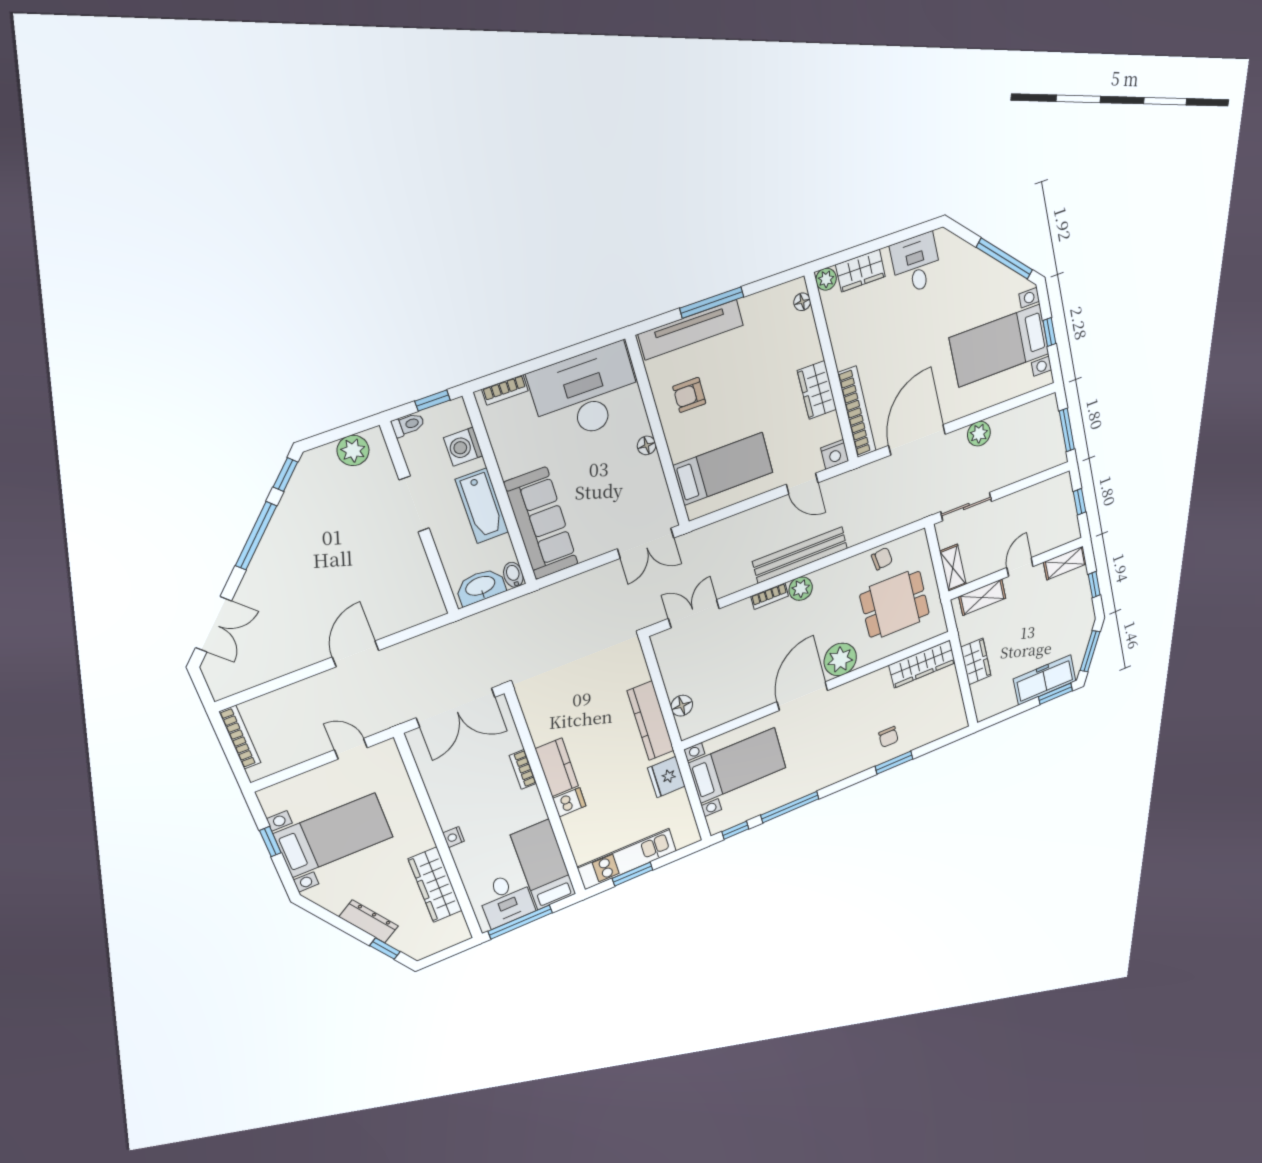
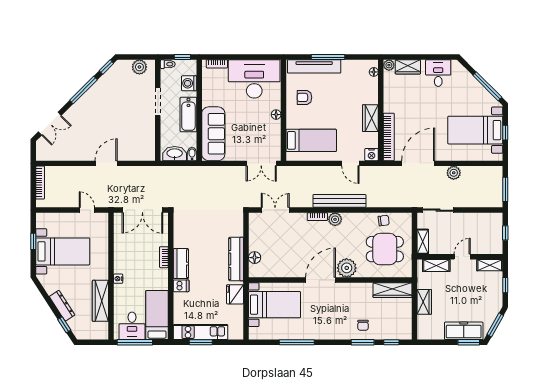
window: (735, 830) -> (391, 342), moved

